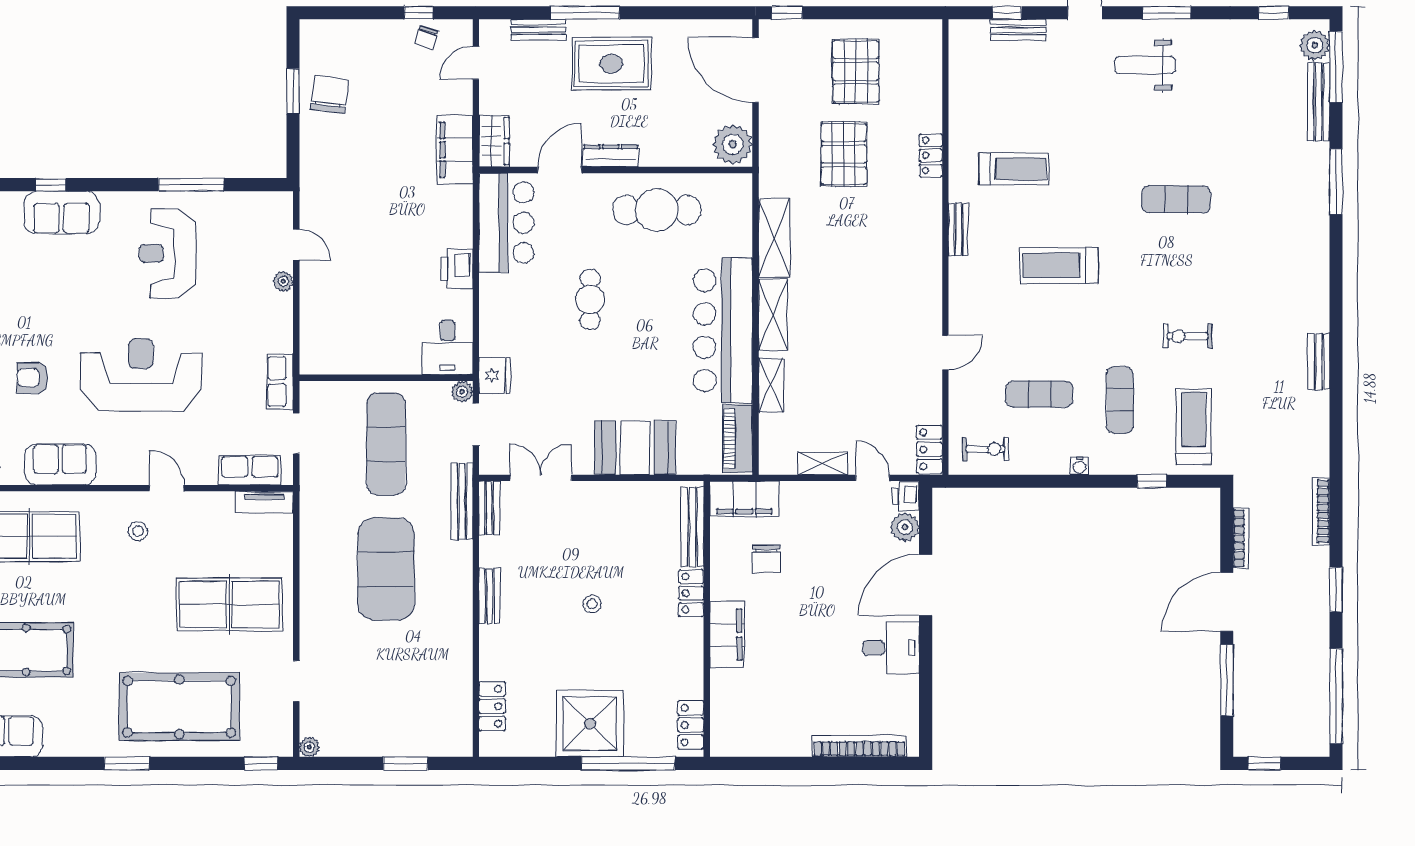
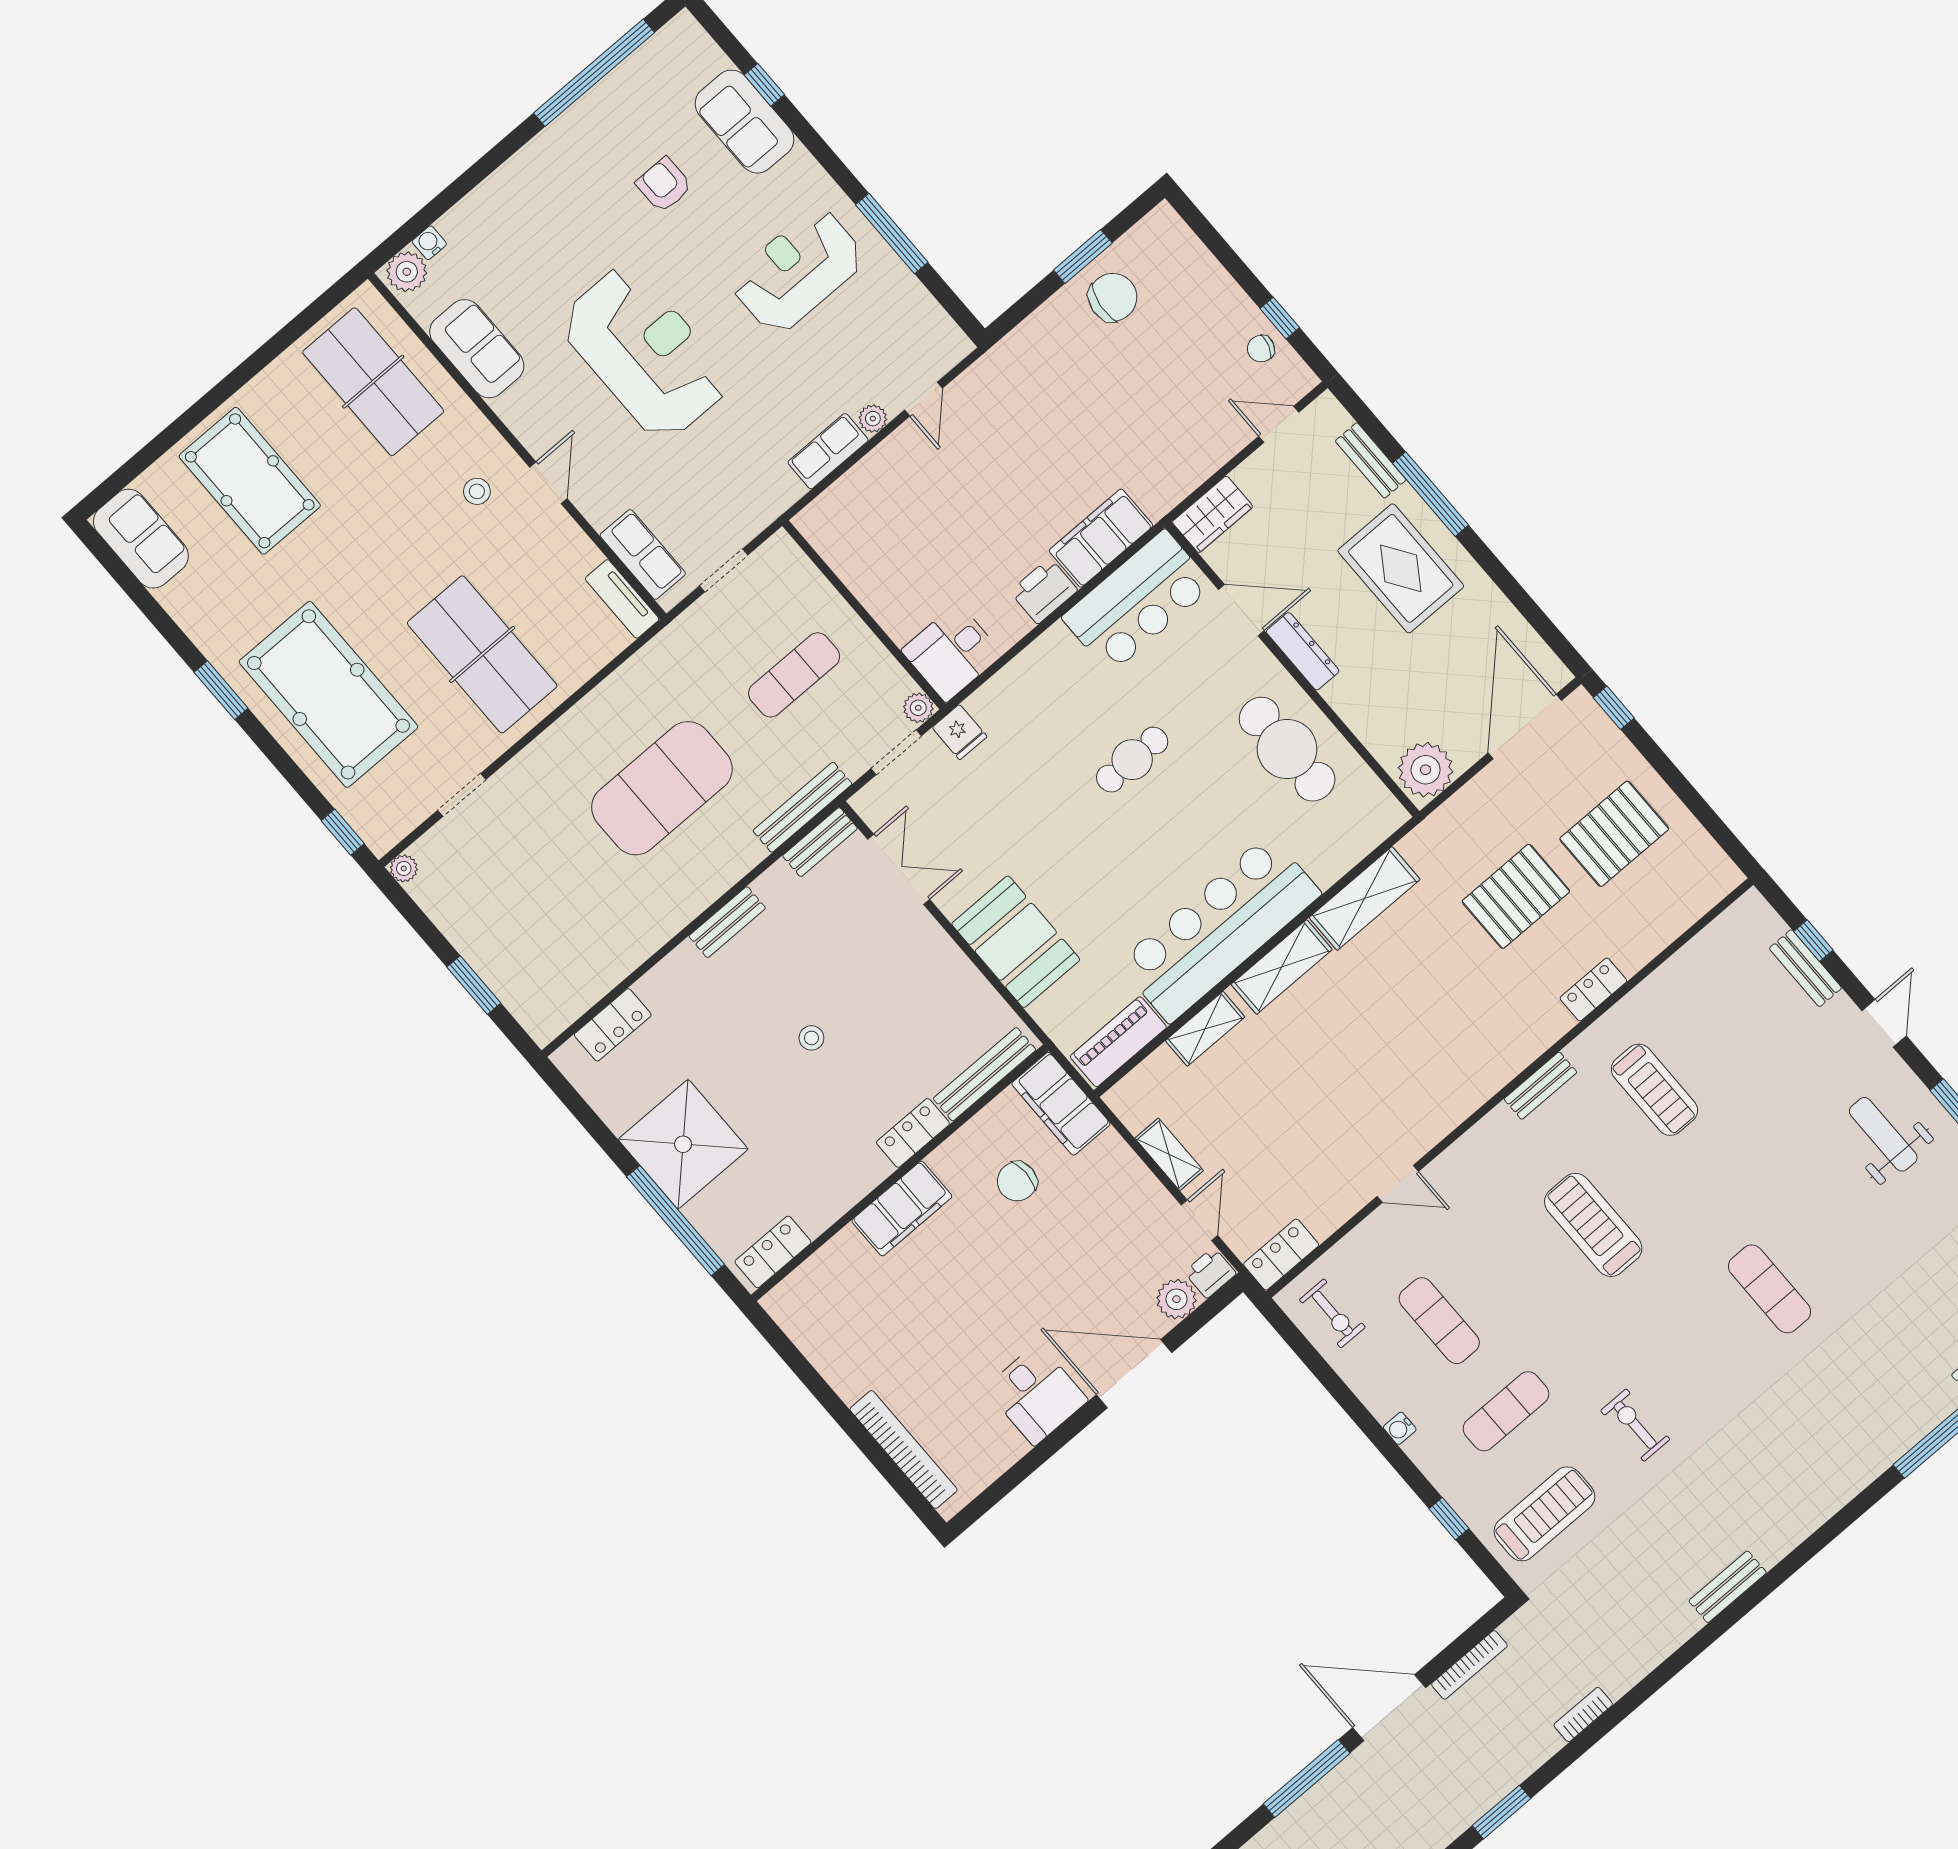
filing cabinet: (455, 150) -> (1101, 538), moved
fridge: (495, 376) -> (960, 732), width x0.72
armchair: (32, 378) -> (664, 185), moved
row of seats: (280, 382) -> (828, 451), moved
exercise mat: (386, 444) -> (794, 675), width x0.73, depth x0.69
bookcase: (1321, 512) -> (1583, 1715), width x0.64

